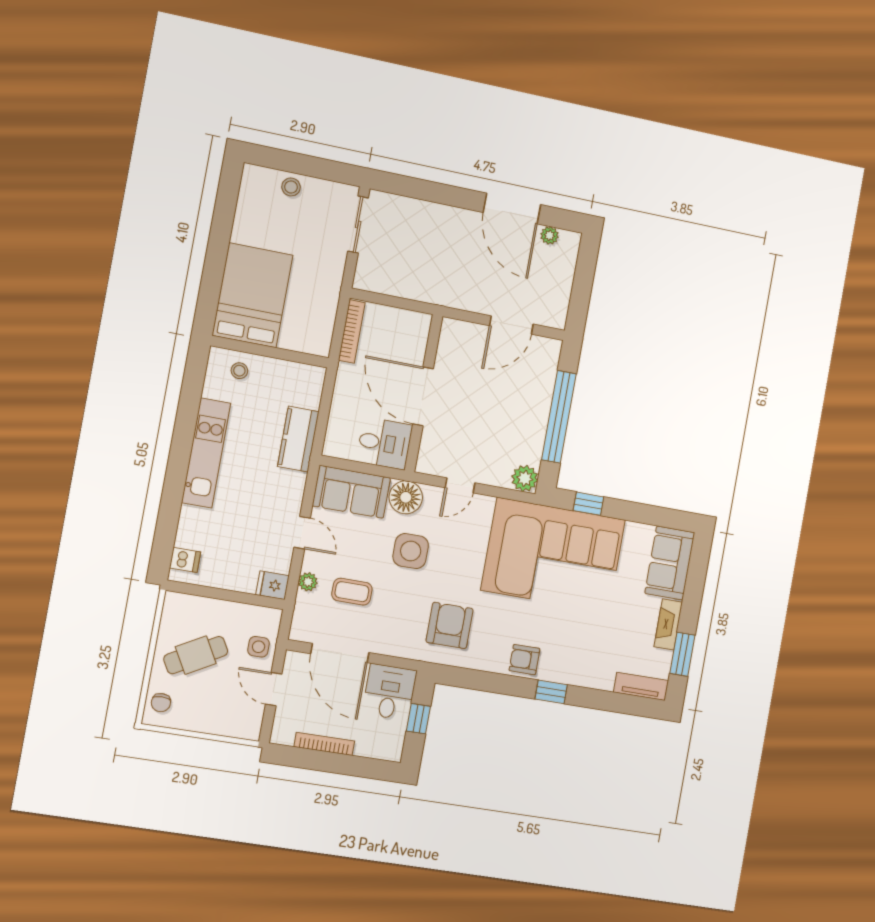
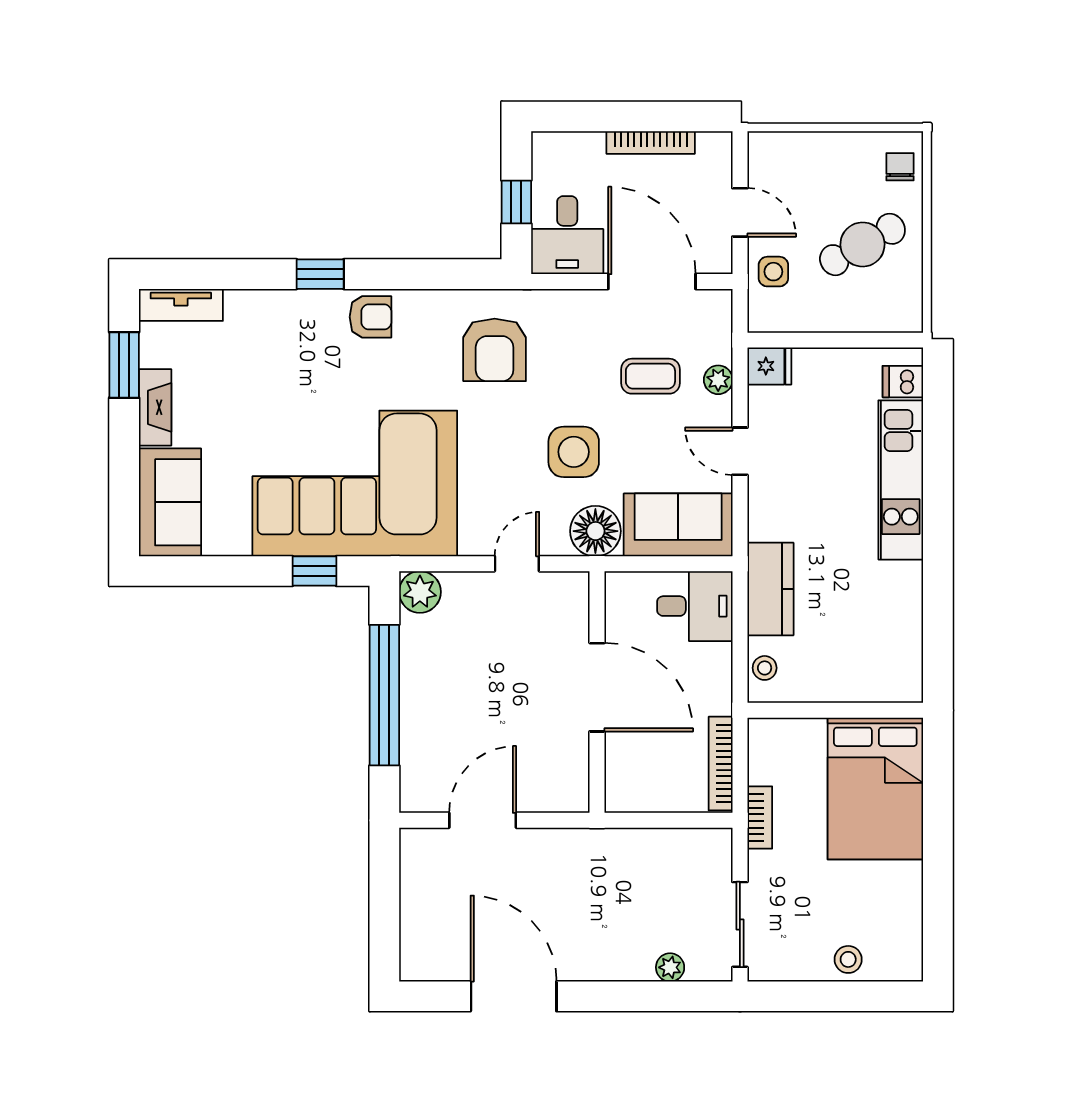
plant: (550, 235) -> (670, 967), moved
bookcase: (332, 291) -> (760, 818), added
stool: (239, 371) -> (765, 668), moved
desk: (384, 443) -> (695, 606), moved, turned 180
kitchen unit: (206, 453) -> (901, 480), moved

